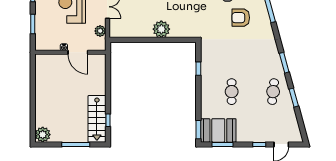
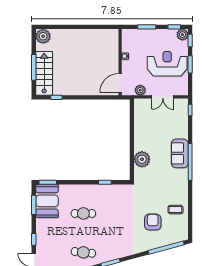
plant: (161, 29) -> (142, 159), moved
door: (78, 52) -> (120, 83), moved
stairs: (97, 119) -> (44, 73), moved, turned 90

